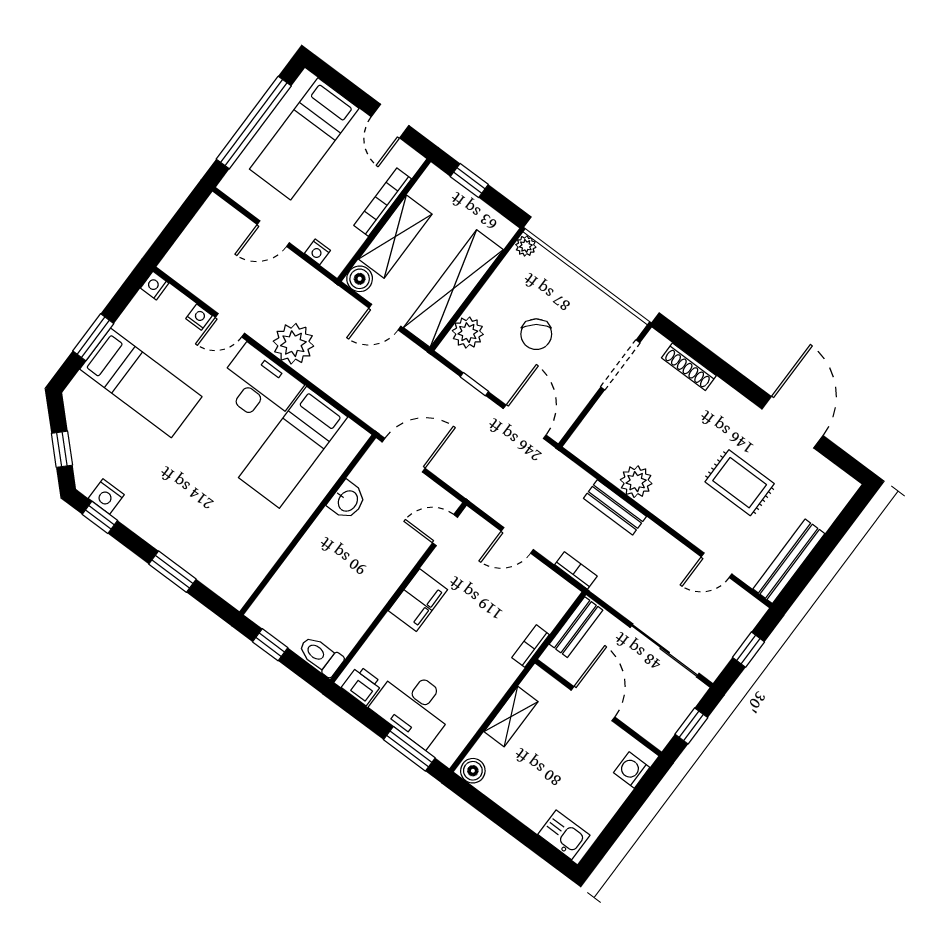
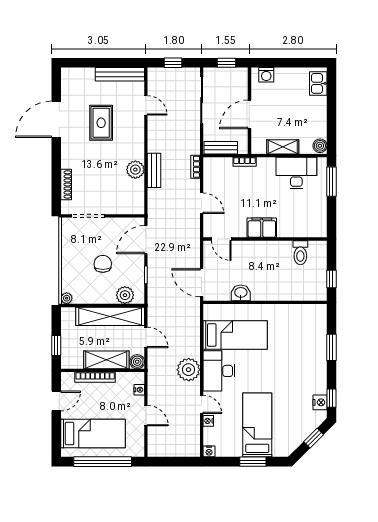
chair: (536, 334) -> (103, 264), turned -53
toilet: (321, 656) -> (300, 253), moved
printer: (362, 685) -> (319, 224), removed
desk: (414, 706) -> (296, 173), moved, turned -90

